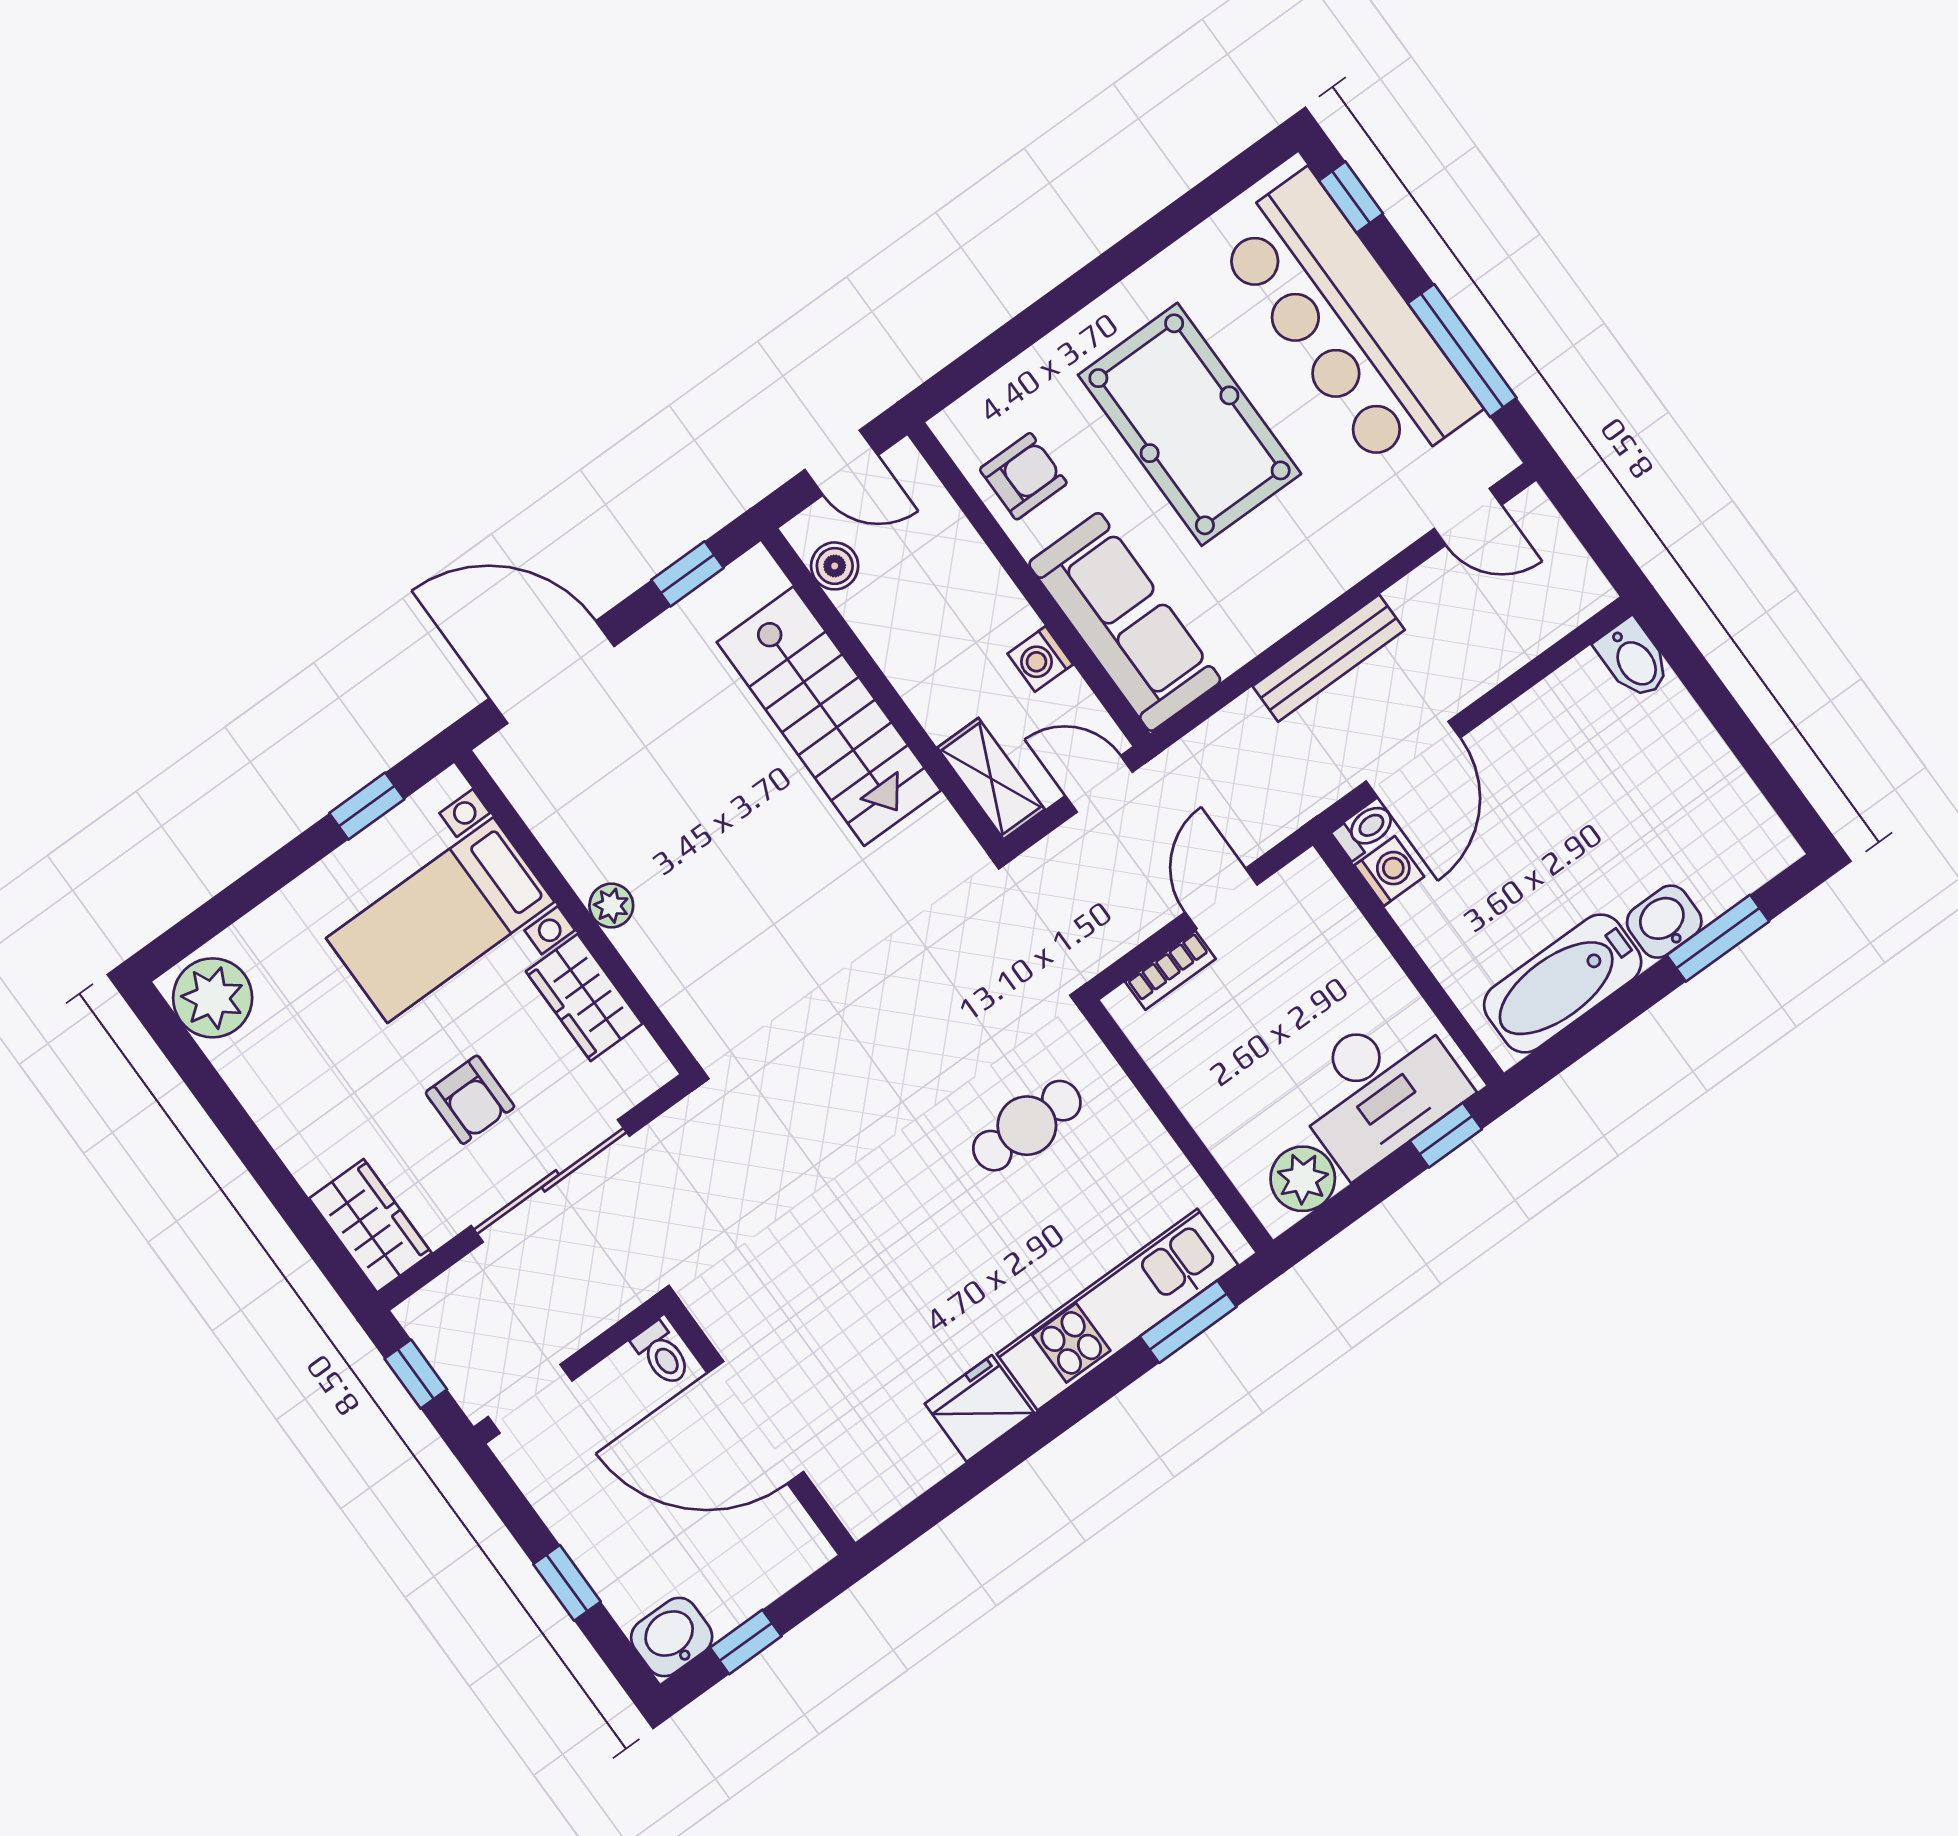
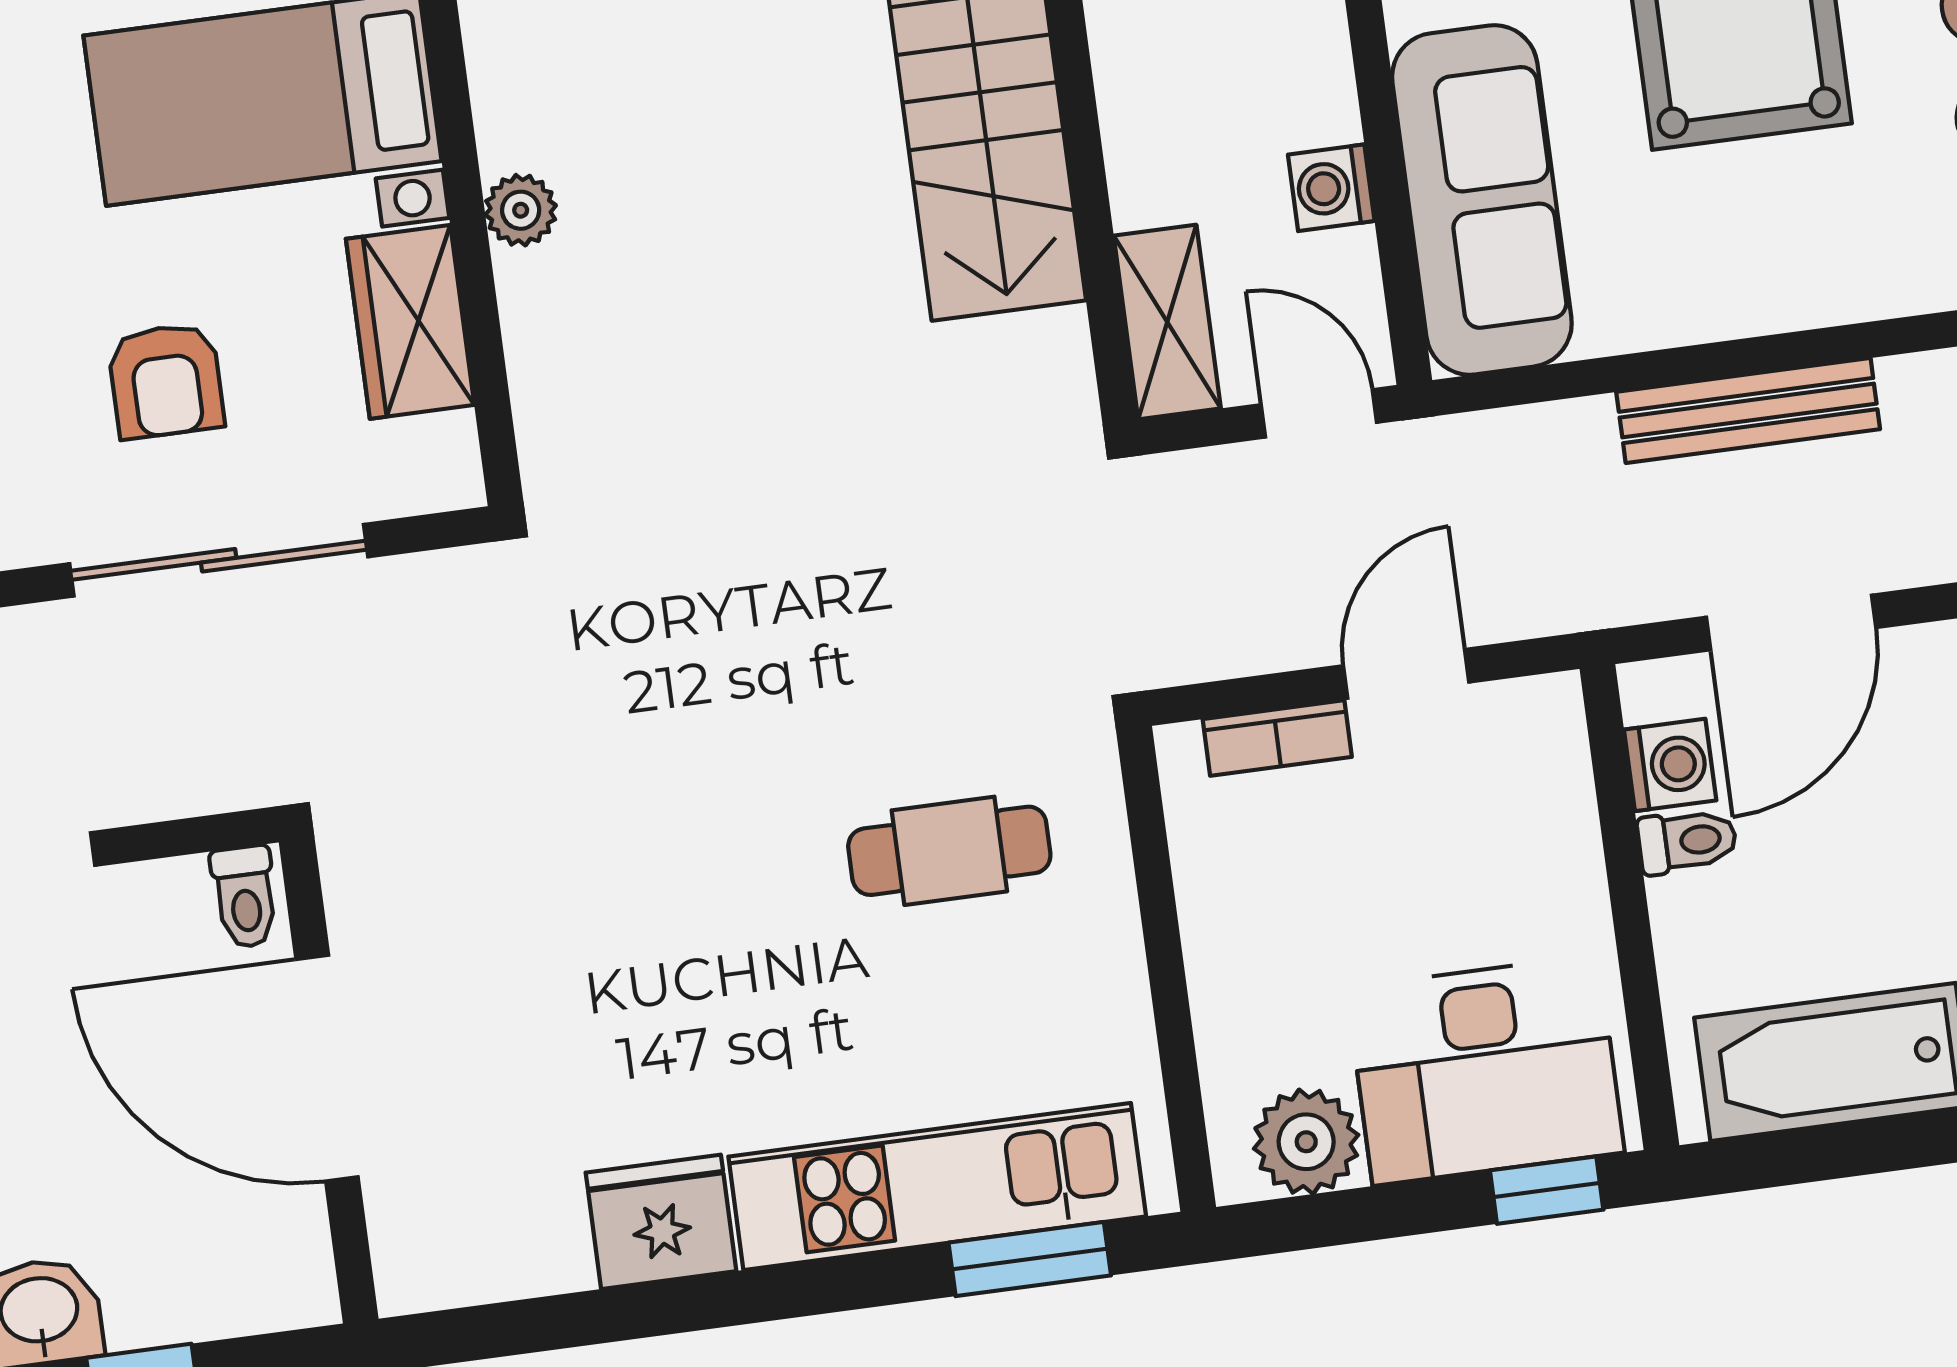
toilet: (1365, 830) -> (1687, 841), moved

